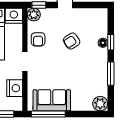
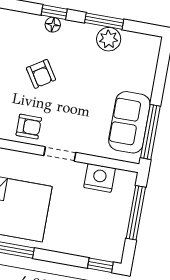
plant: (100, 104) -> (109, 39), moved

